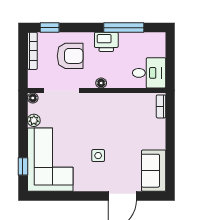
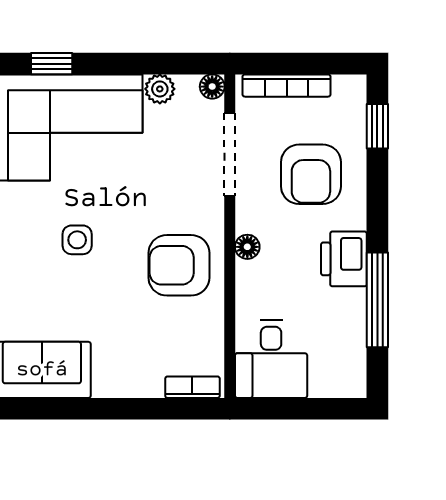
bookcase: (32, 51) -> (287, 86), moved
armchair: (109, 112) -> (179, 265), added

